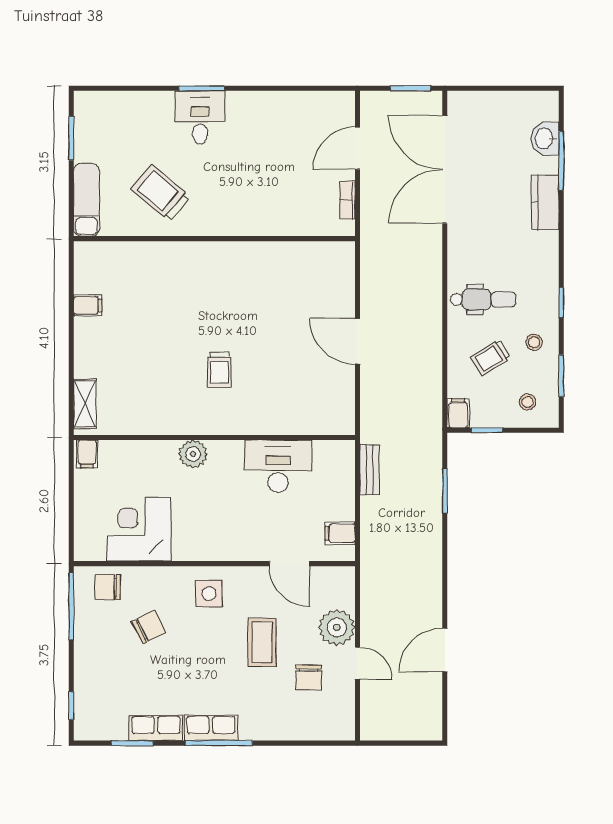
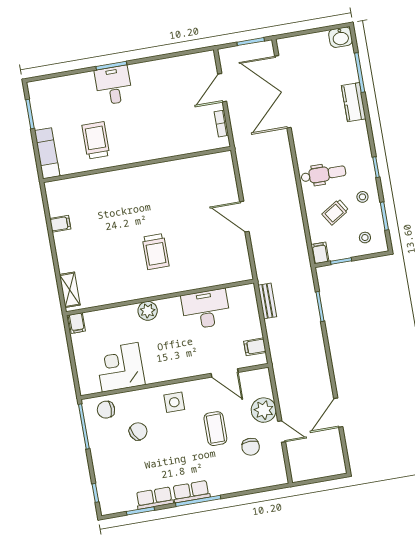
washbasin: (545, 139) -> (341, 37), moved, turned -90
trolley: (161, 193) -> (96, 140), turned 50
trolley: (219, 370) -> (156, 252), width x1.36, depth x1.39

